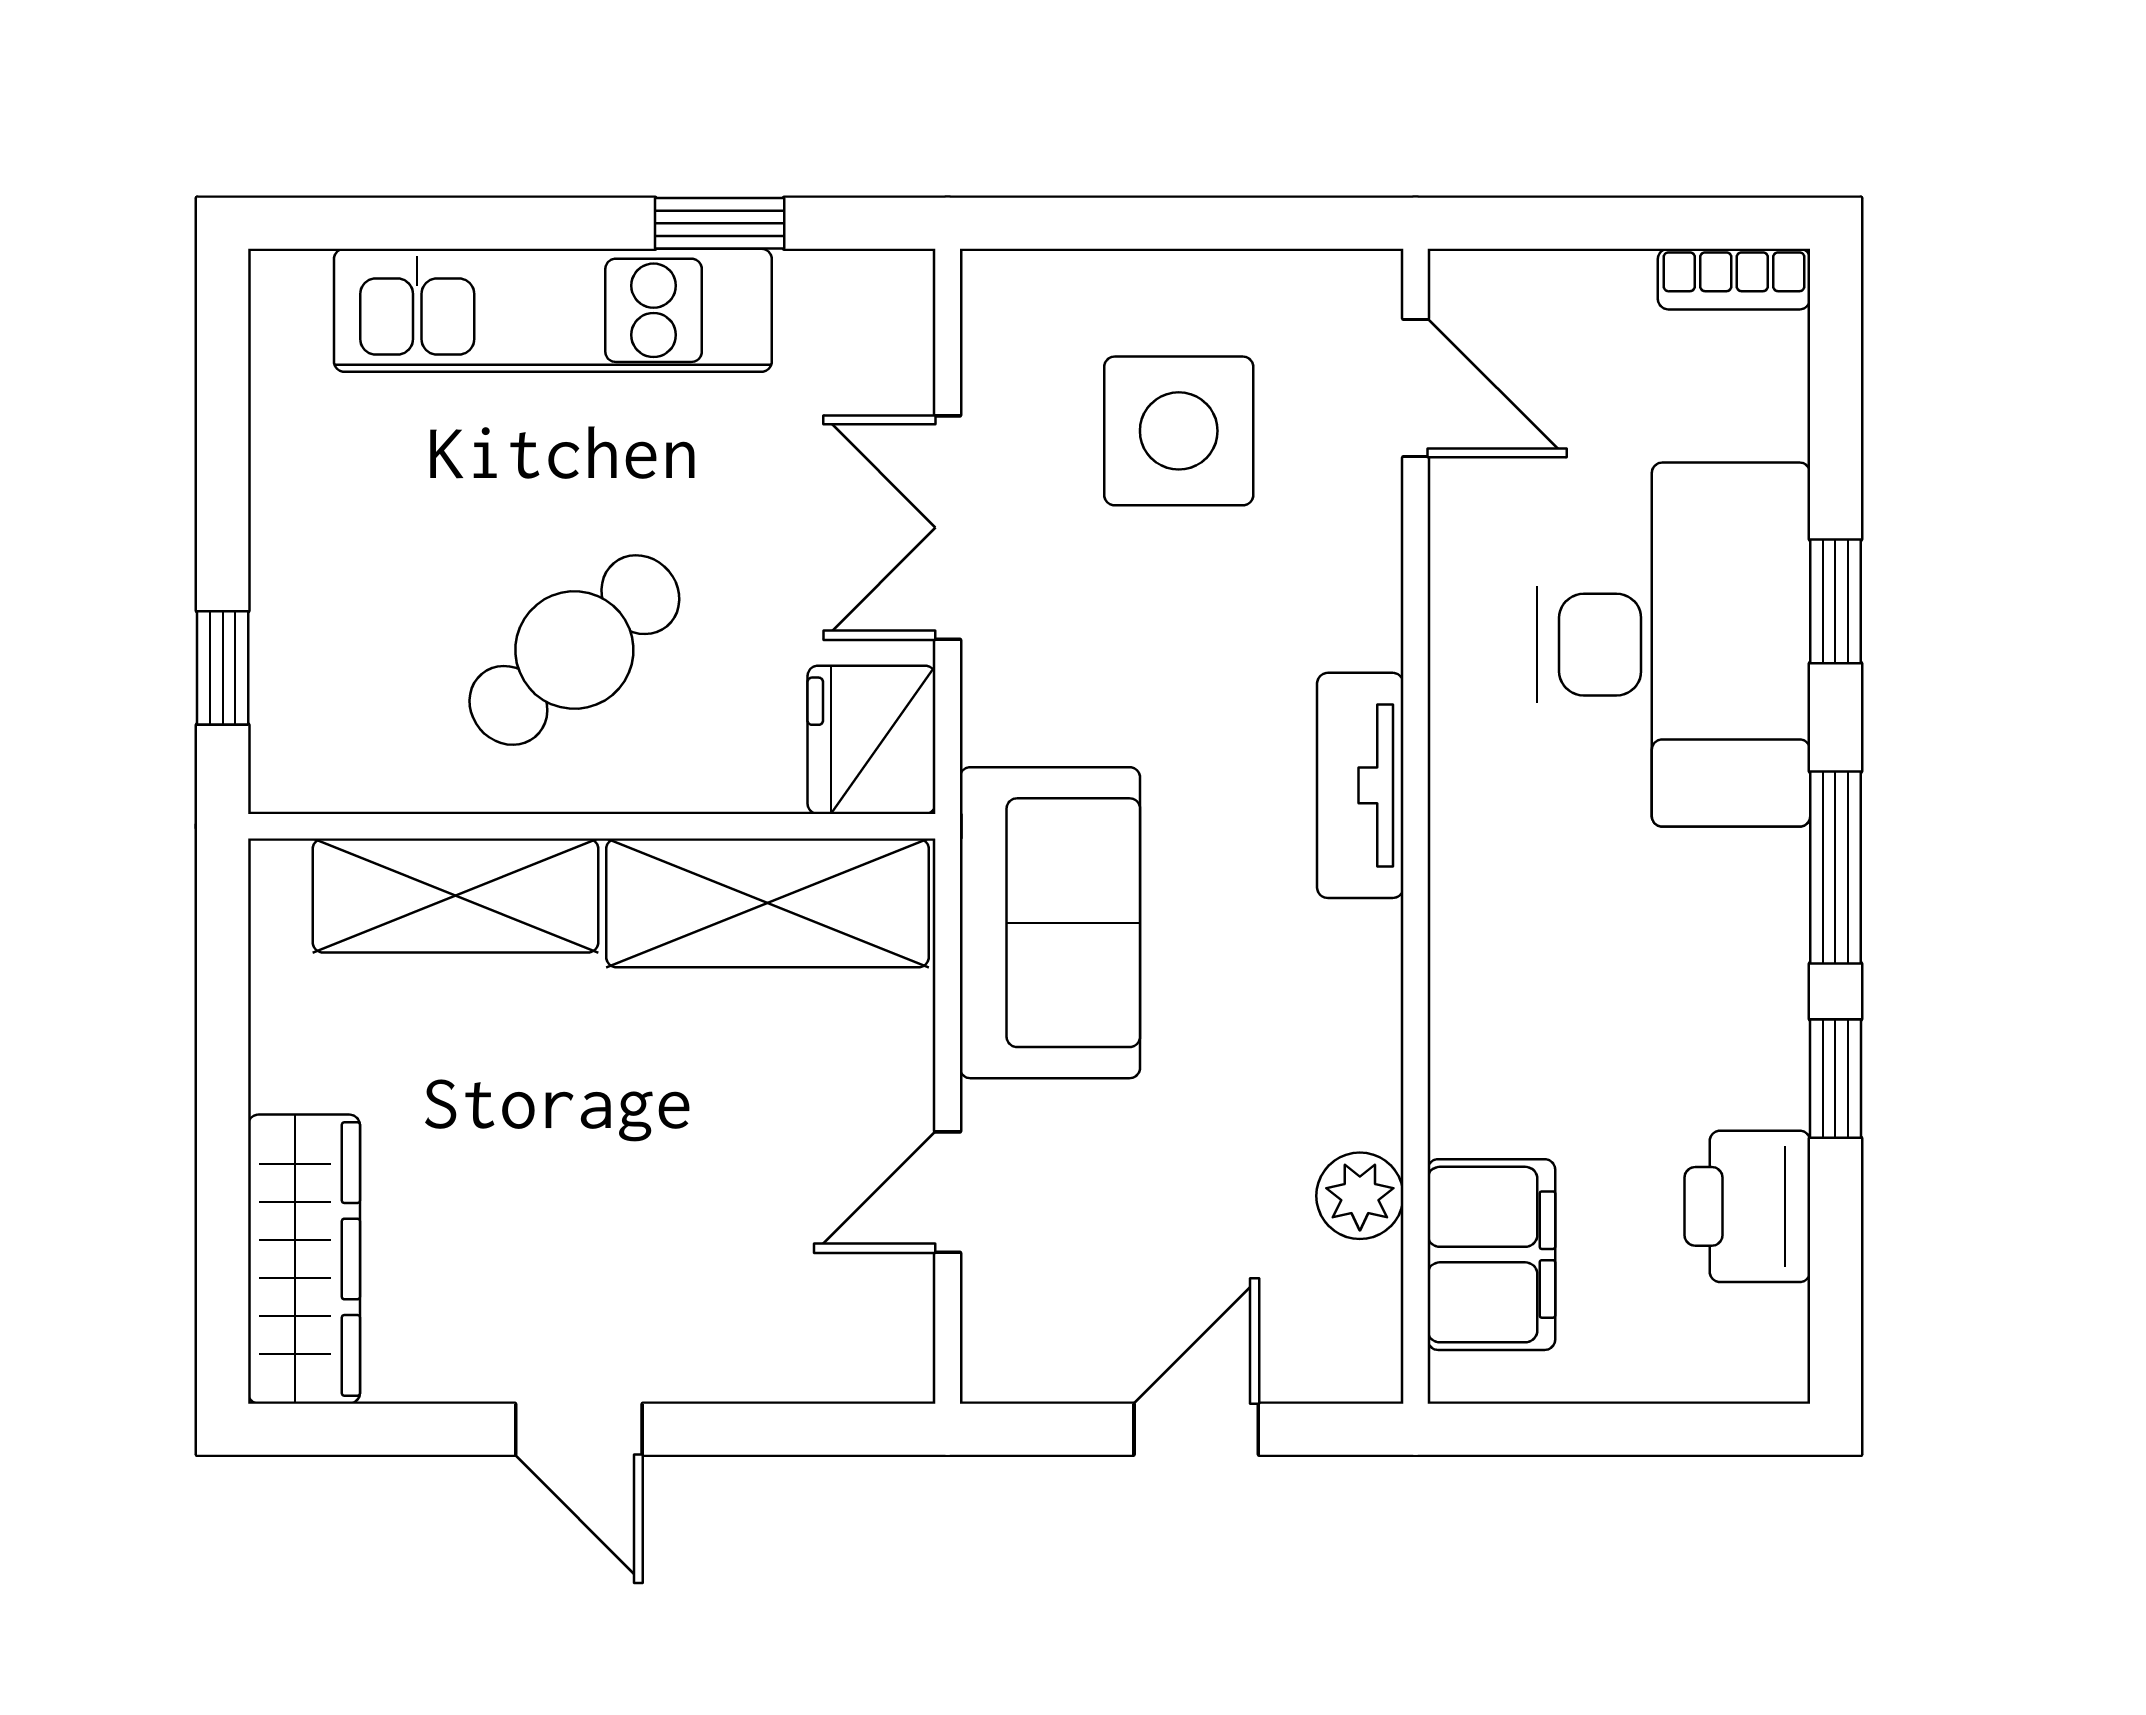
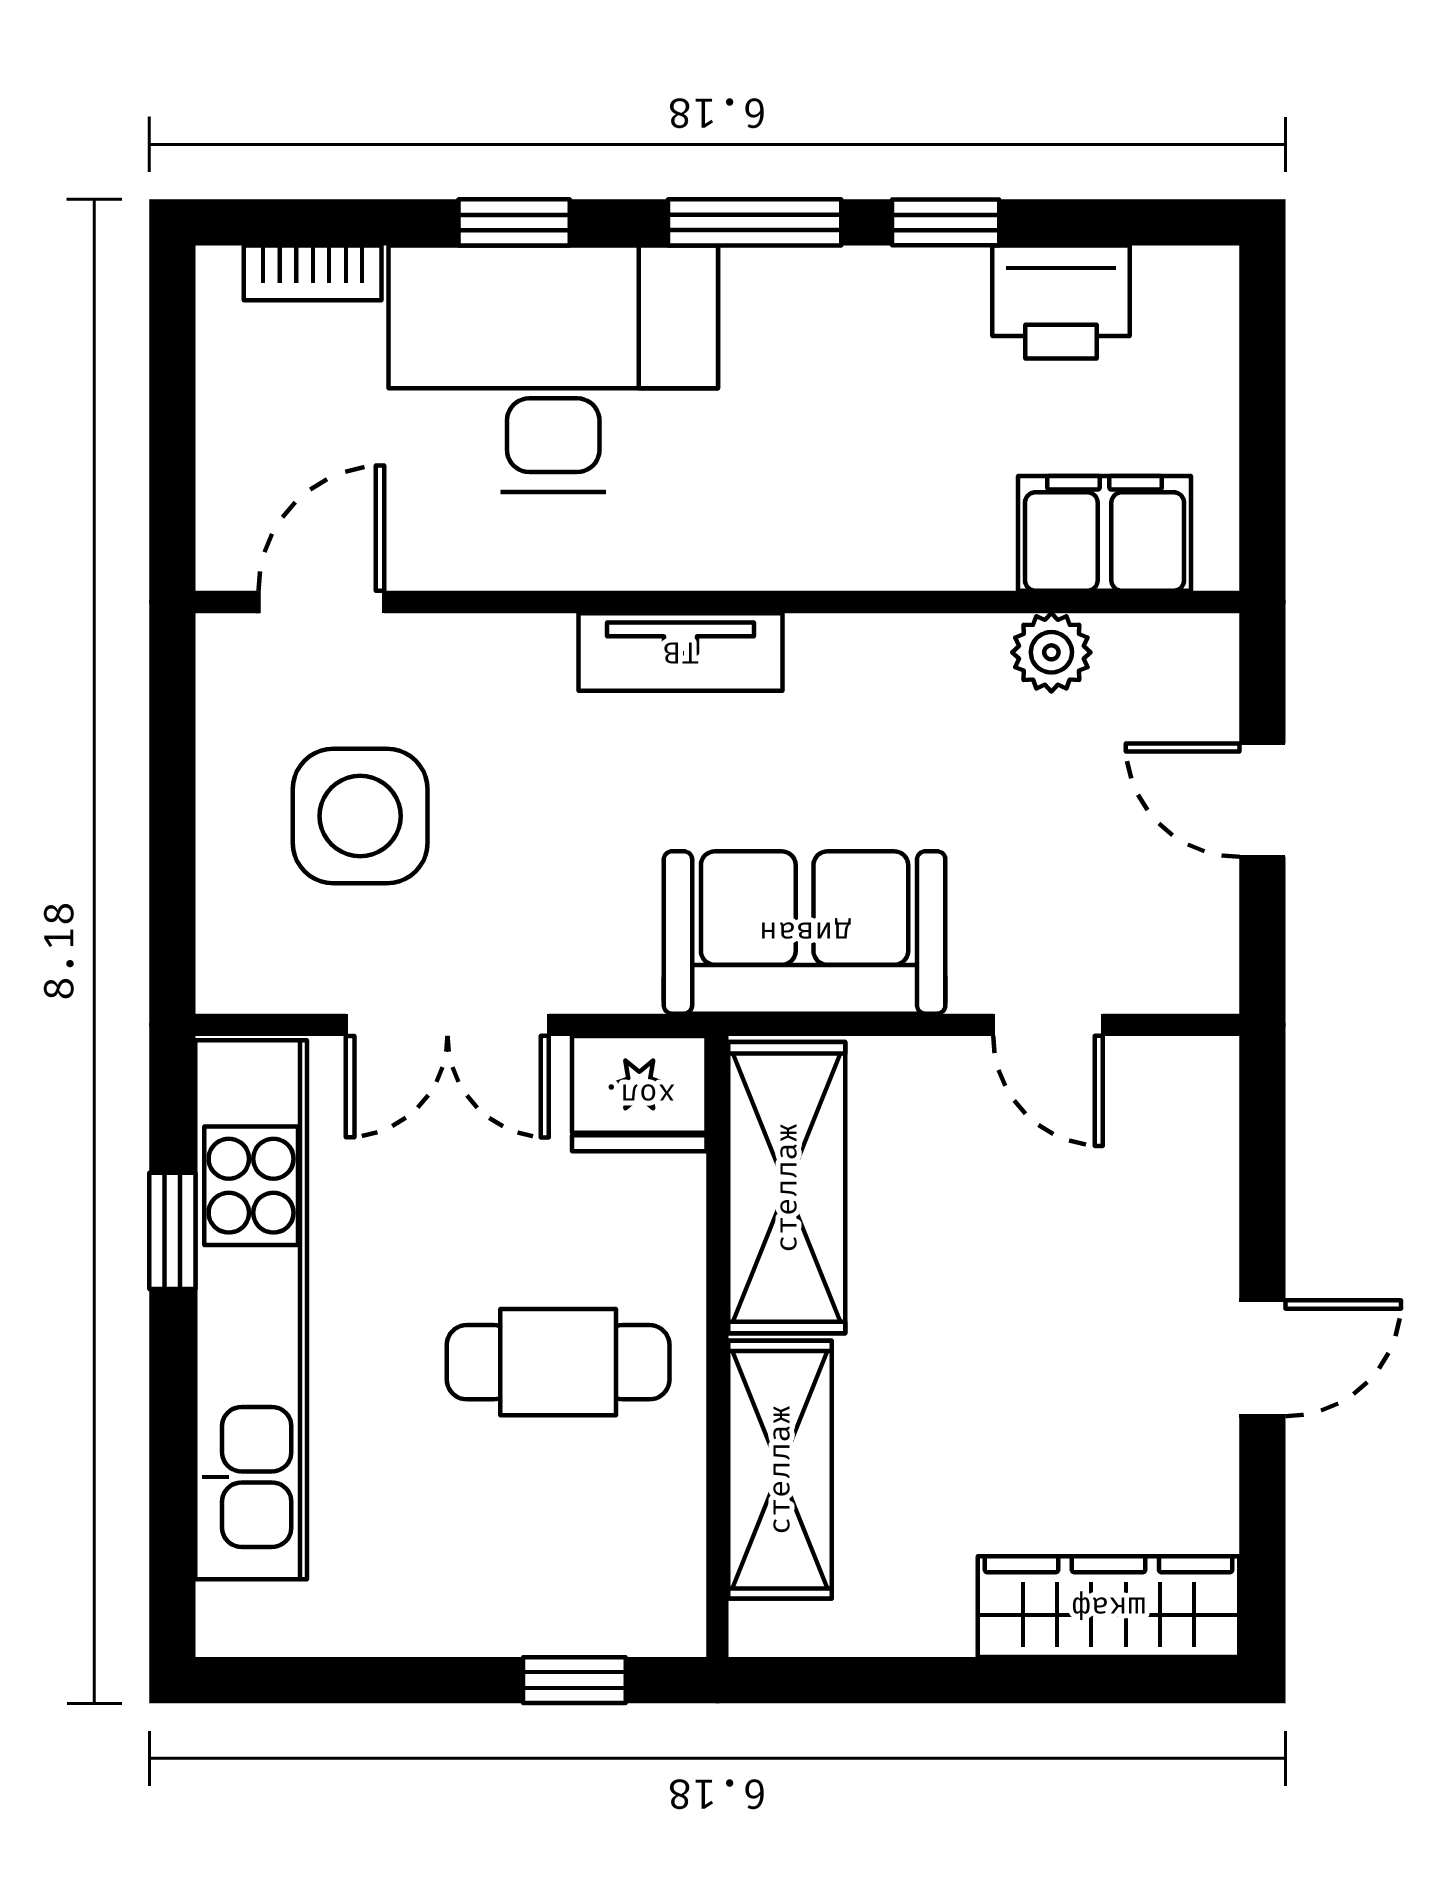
bookcase: (1734, 279) -> (313, 273), moved, turned 90
kitchen unit: (553, 310) -> (251, 1310), width x1.36
cafe table: (574, 650) -> (558, 1362), turned -50

